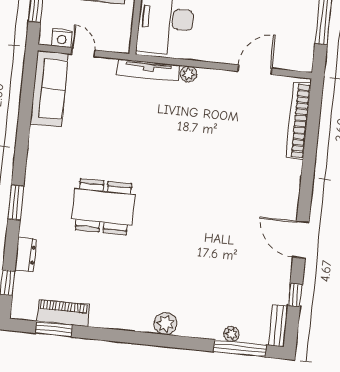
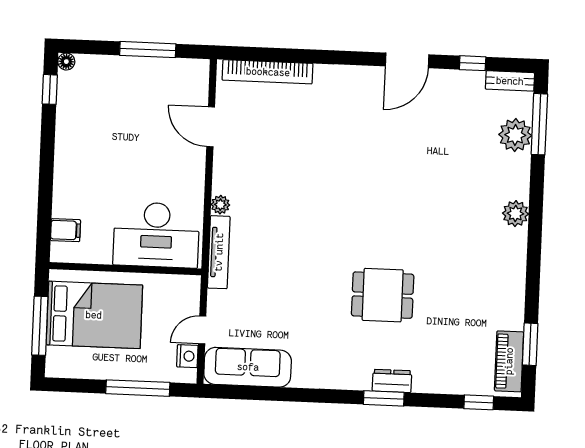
dining table: (103, 207) -> (383, 295), width x0.73
dresser: (26, 254) -> (392, 381), moved
piano: (63, 313) -> (509, 361), moved
plant: (231, 334) -> (515, 135), width x1.88, depth x1.88

